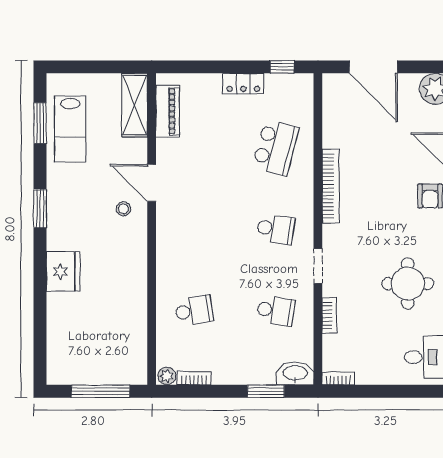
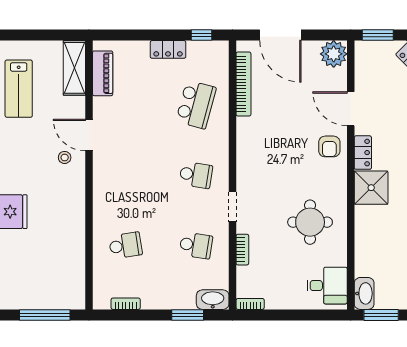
bookcase: (331, 186) -> (243, 84), moved
plant: (167, 376) -> (102, 302), removed

